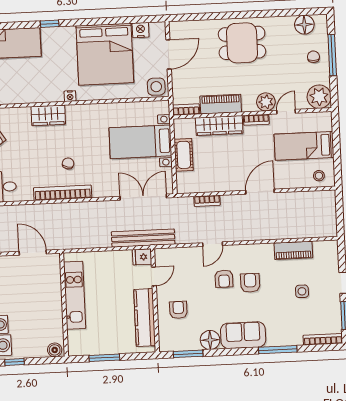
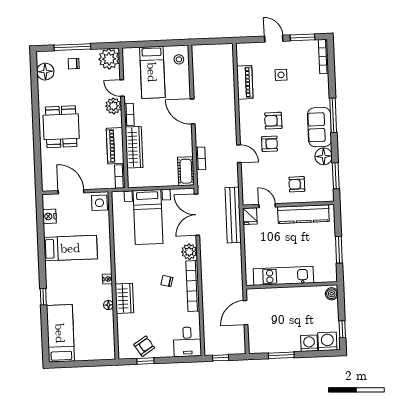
bed: (105, 54) -> (70, 248), width x0.49
floor lamp: (41, 97) -> (108, 305), added
cot: (184, 155) -> (186, 171), moved, turned 90
plant: (101, 189) -> (189, 252), added
window: (278, 350) -> (333, 115), moved

